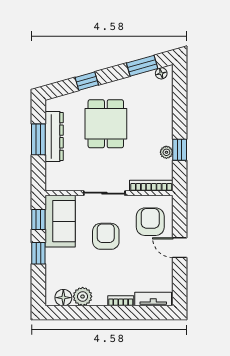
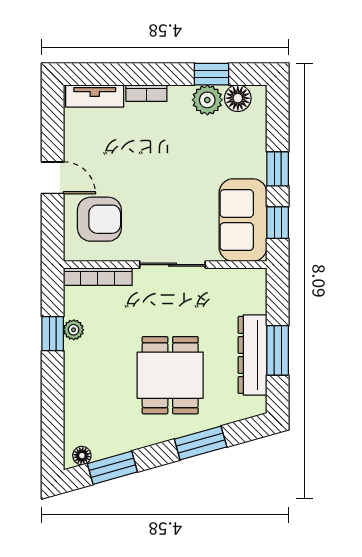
window: (87, 81) -> (201, 443), width x1.50
armchair: (150, 222) -> (99, 219), turned -90
armchair: (106, 236) -> (170, 196), removed
window: (80, 313) -> (211, 74), added

